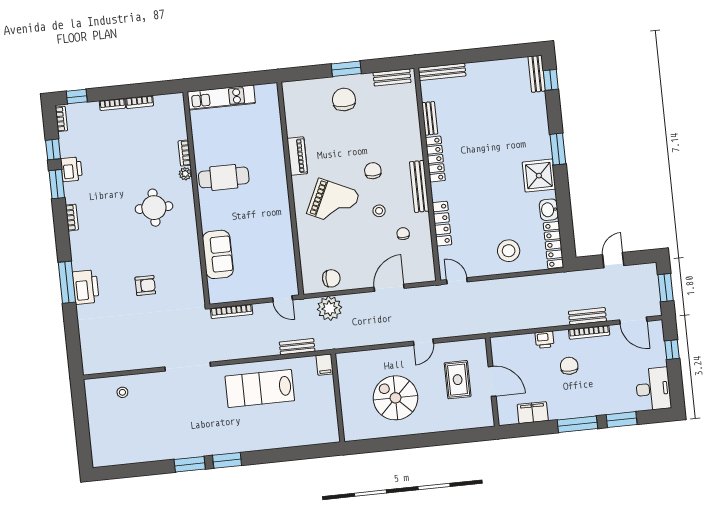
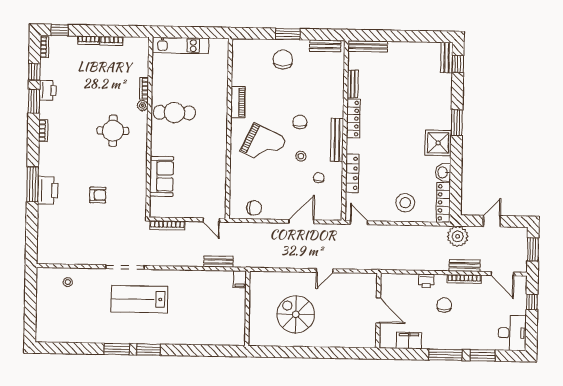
plant: (330, 308) -> (458, 236), moved
rug: (458, 380) -> (350, 305), removed
lab bench: (260, 388) -> (139, 299), moved

